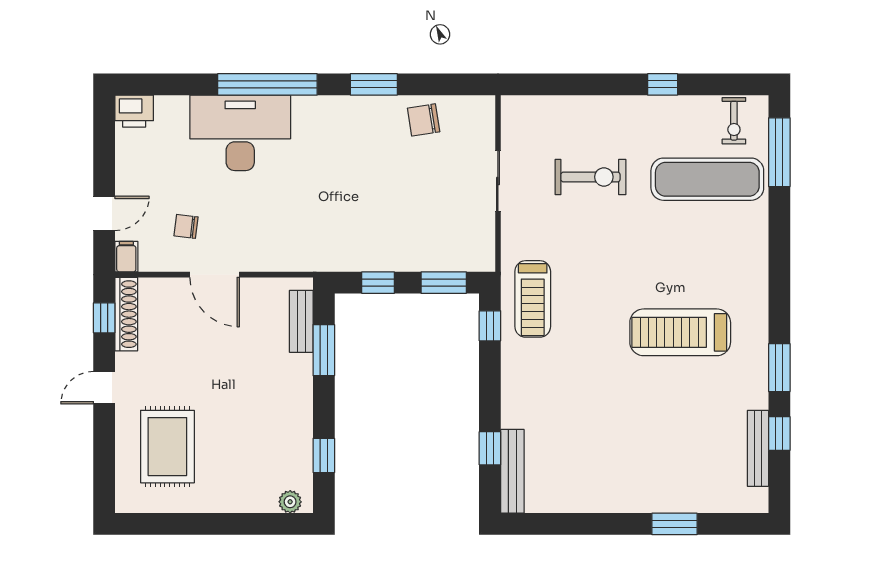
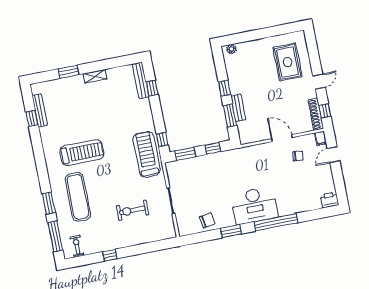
desk: (240, 133) -> (254, 205), moved
exercise mat: (707, 179) -> (78, 197), moved, turned 90
treadmill: (533, 299) -> (147, 154), width x1.37, depth x1.38
bench: (301, 321) -> (238, 108), moved
window: (779, 368) -> (49, 203), moved
window: (324, 455) -> (224, 88), moved
shelving: (615, 501) -> (95, 76), added

